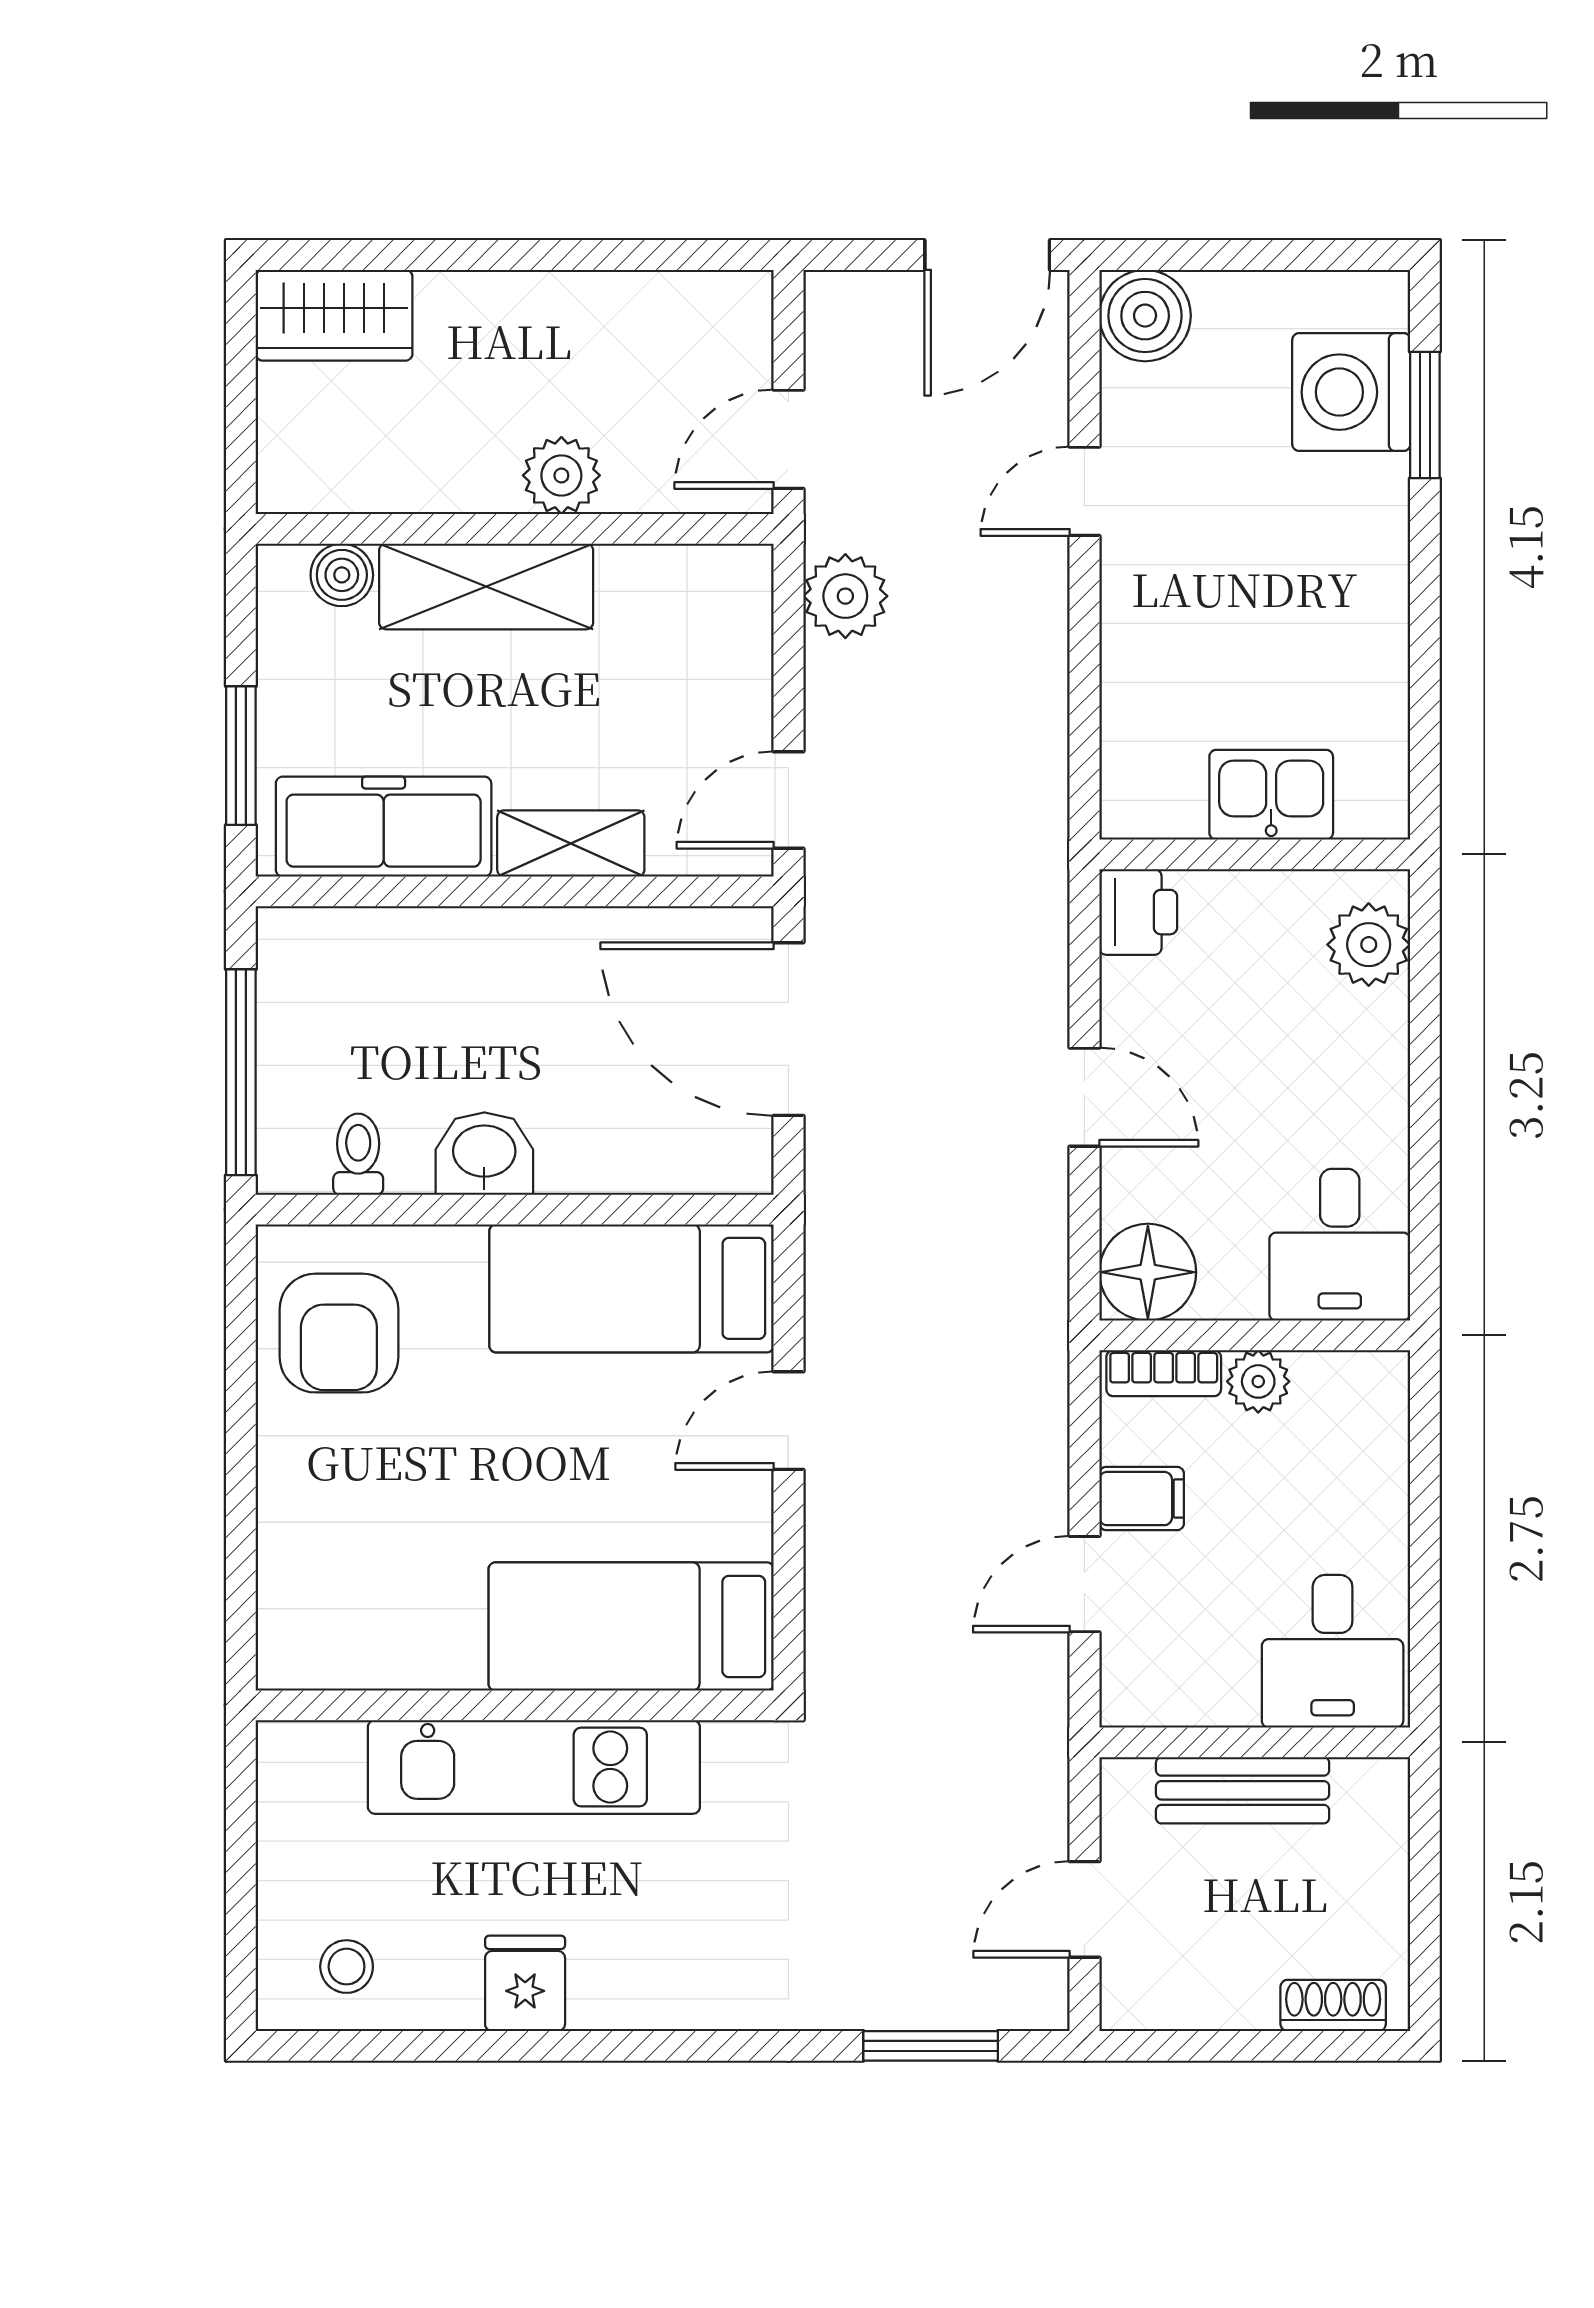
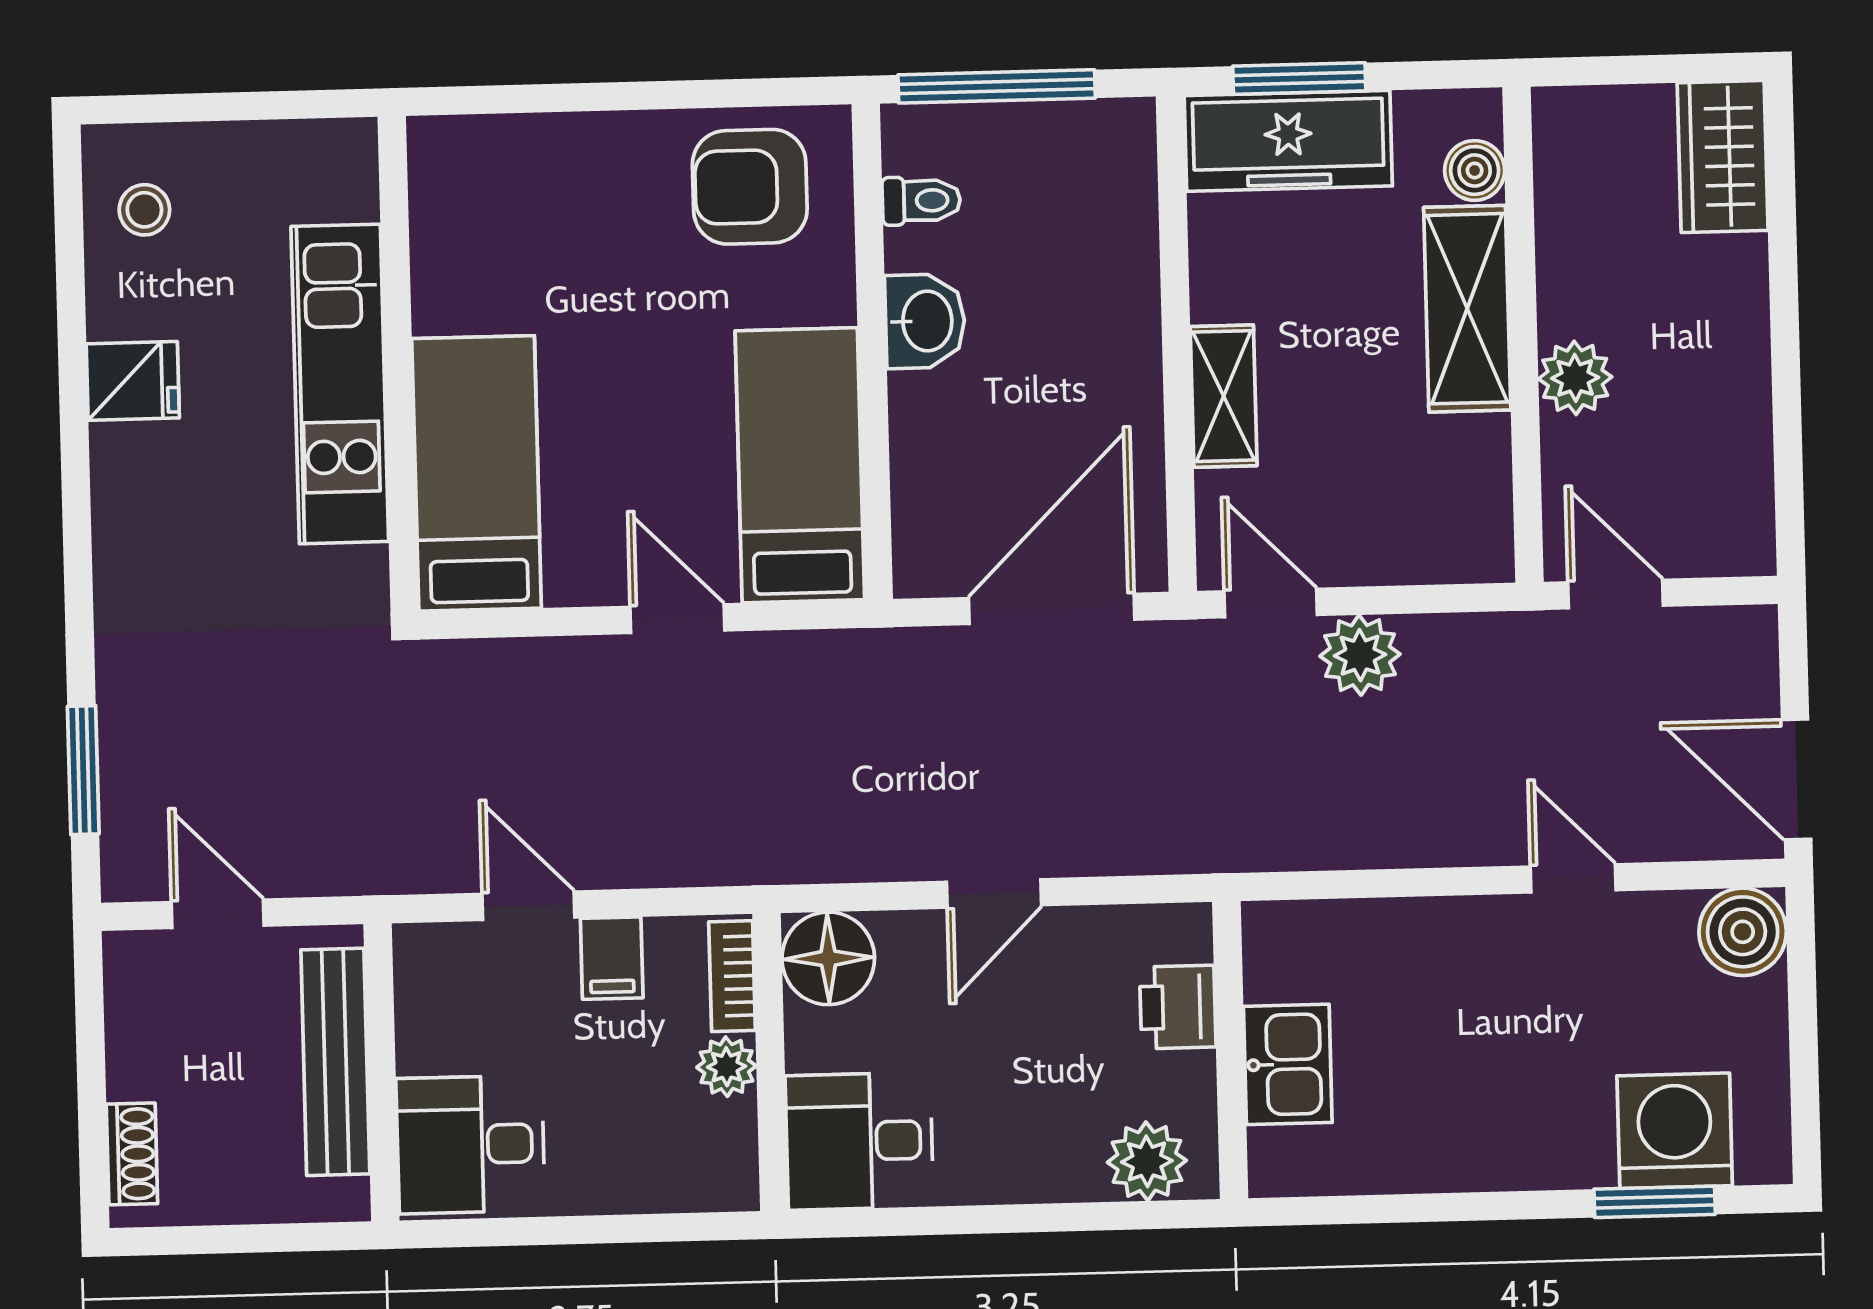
plant: (845, 596) -> (1360, 655), moved
freezer: (384, 827) -> (1288, 141), moved, turned 90
printer: (1138, 912) -> (1178, 1007), moved, turned 90
bench: (1243, 1790) -> (335, 1062), width x1.36

